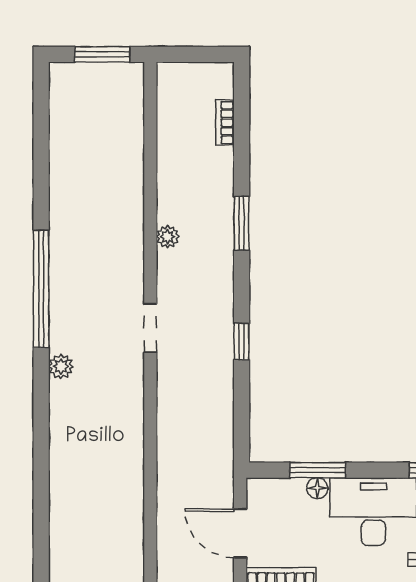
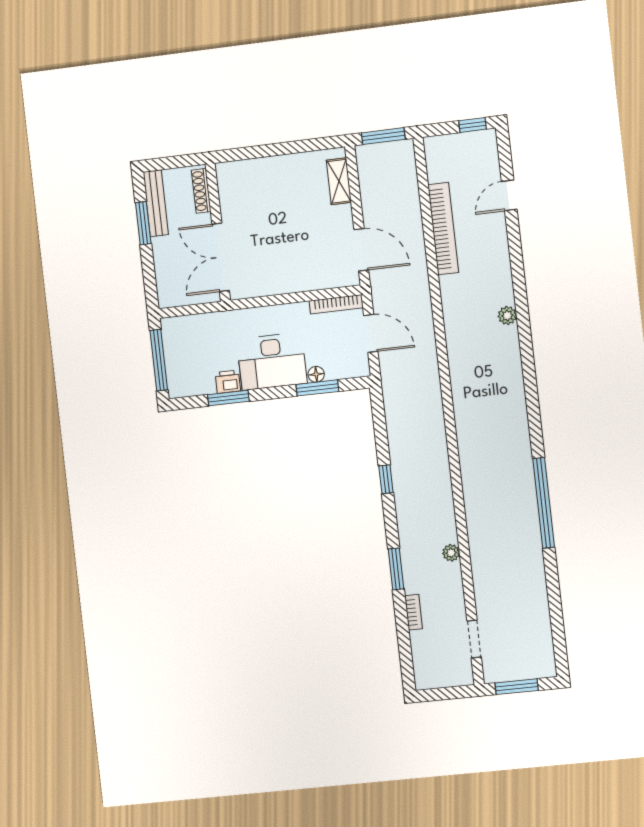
bookcase: (225, 123) -> (414, 612), moved
doorway: (150, 328) -> (474, 639), moved
plant: (61, 366) -> (507, 316), moved

